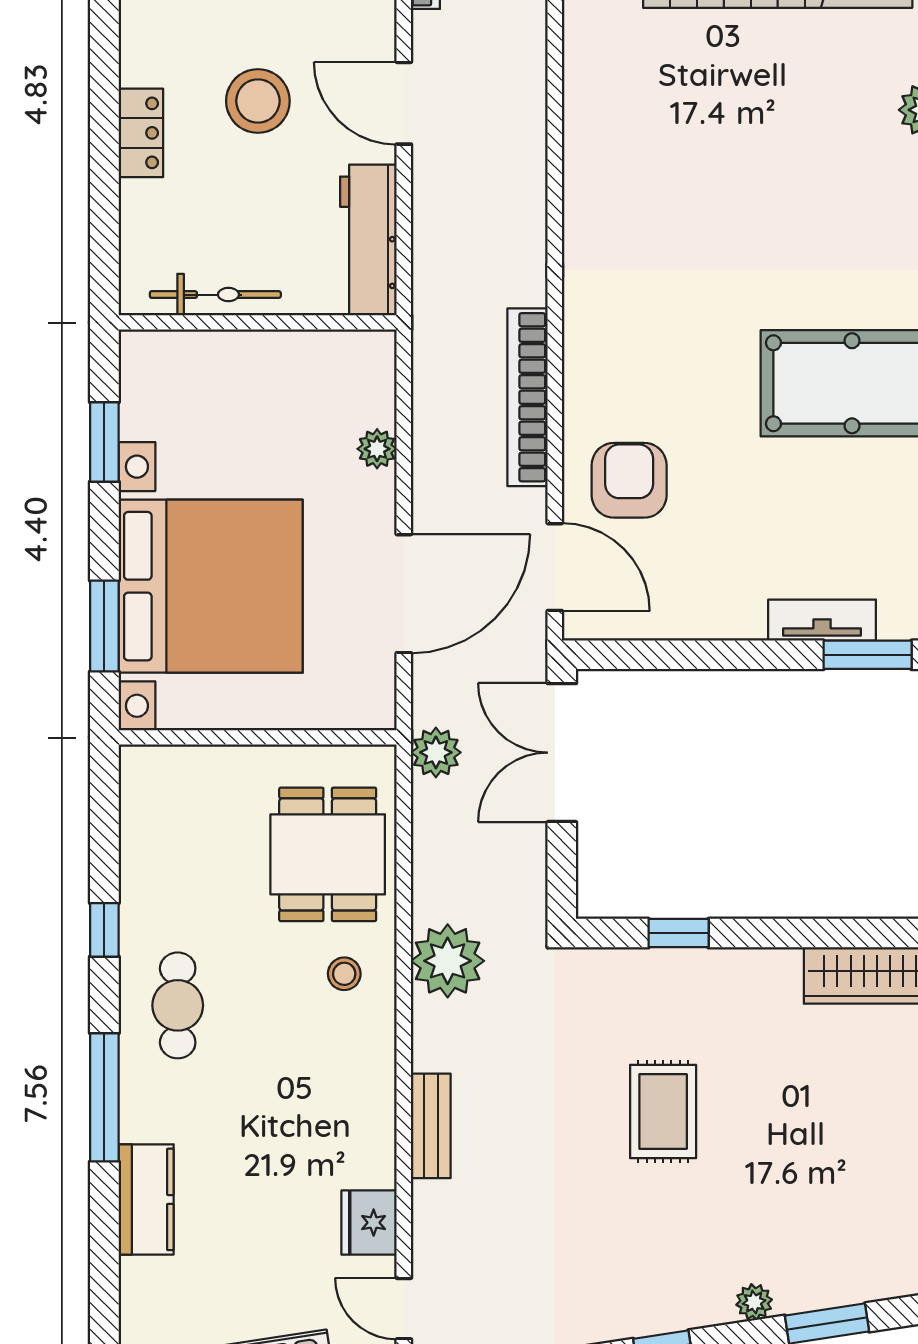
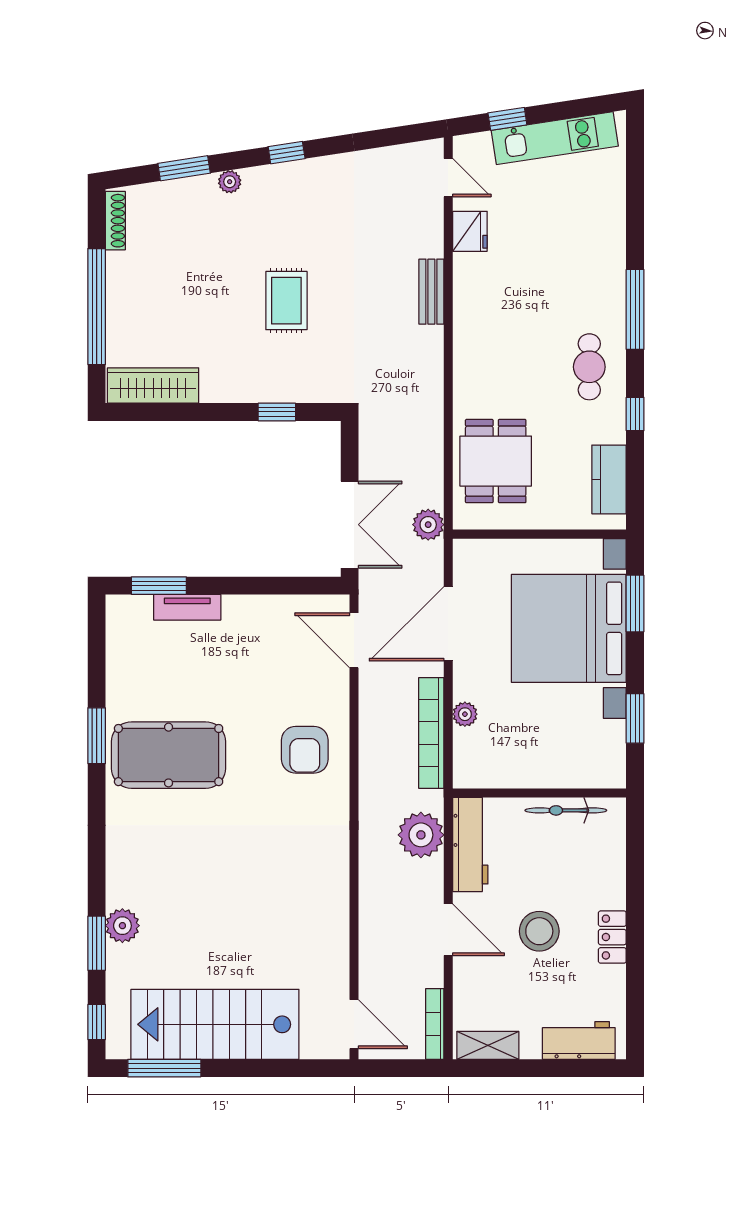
locker: (141, 133) -> (612, 937), moved
bookcase: (527, 397) -> (431, 733), moved, turned 180
armchair: (629, 480) -> (305, 750), moved
plant: (448, 961) -> (421, 835), moved
stool: (344, 974) -> (485, 387), removed
kitchen counter: (146, 1199) -> (609, 479), moved

